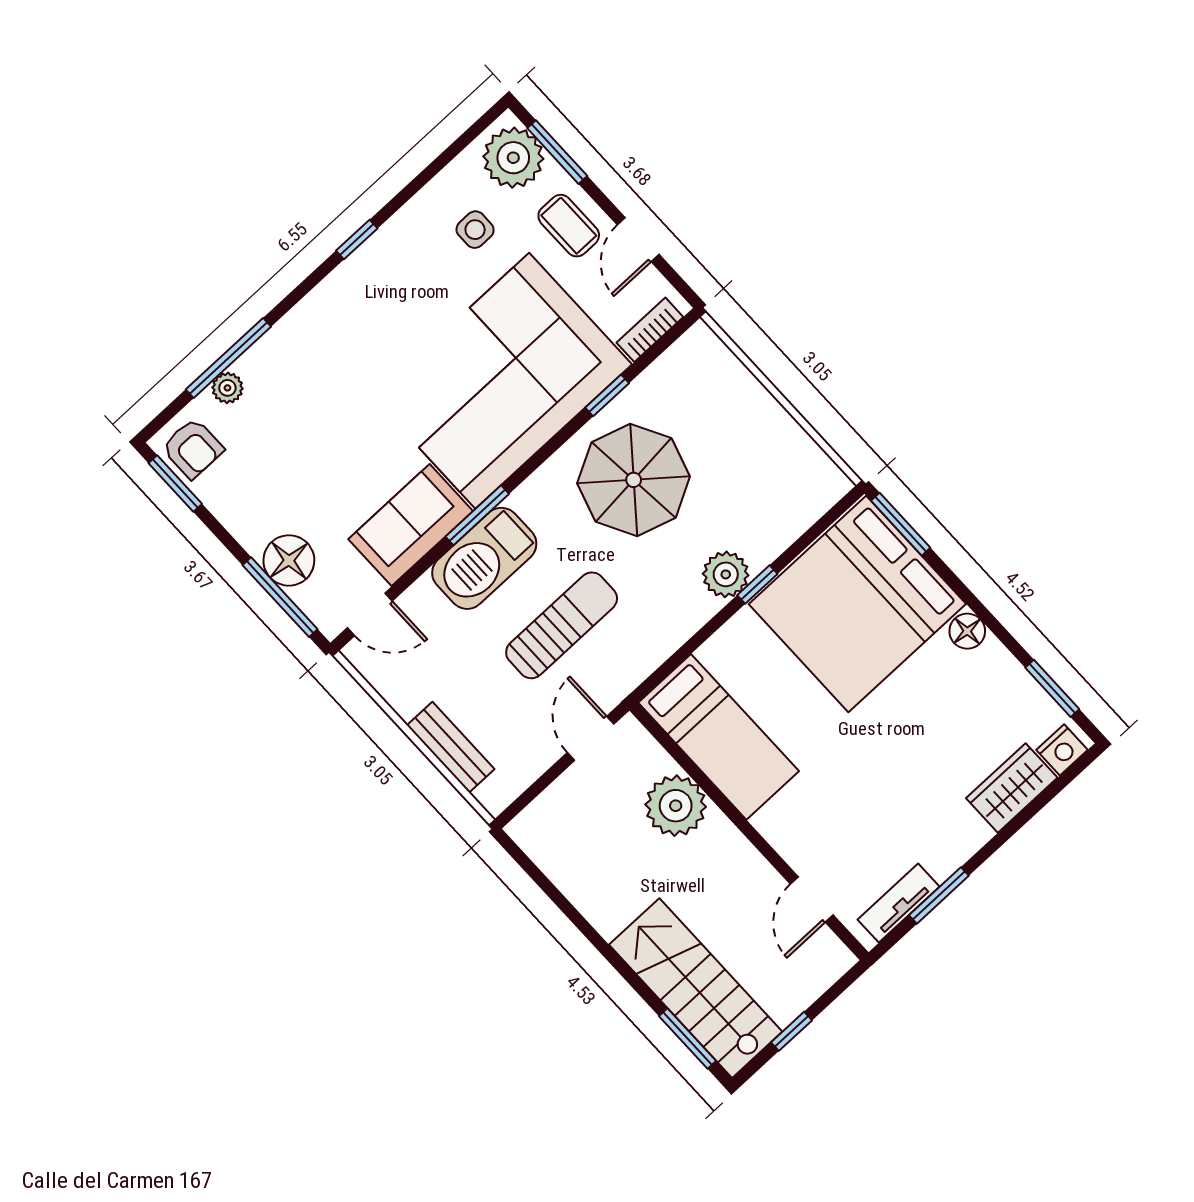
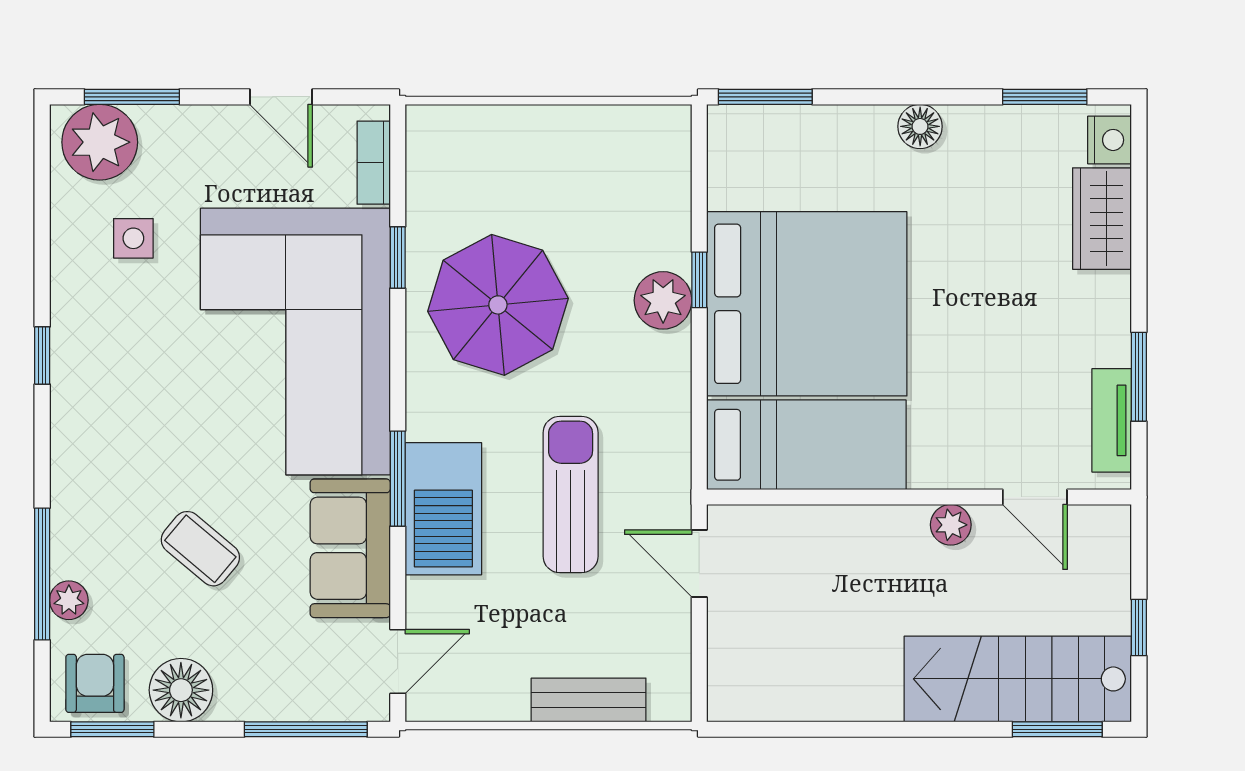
coffee table: (569, 226) -> (200, 549), moved, turned 40
armchair: (193, 448) -> (95, 683), turned -90
floor lamp: (289, 560) -> (181, 690), moved
bed: (857, 604) -> (807, 304), moved, turned -90
plant: (676, 806) -> (951, 525), moved, width x0.53, depth x0.53

